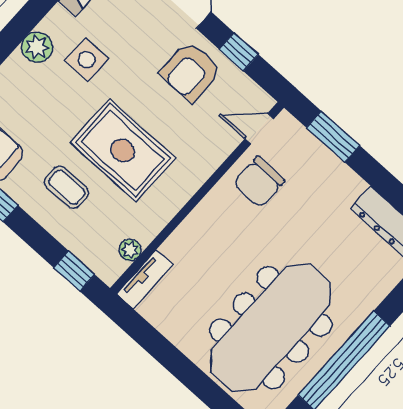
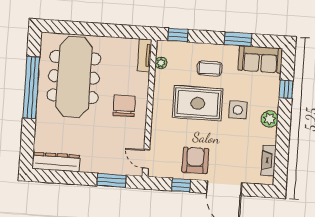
side table: (87, 60) -> (238, 110), moved
door: (259, 129) -> (146, 159), swing flipped
chair: (259, 182) -> (124, 106), moved

